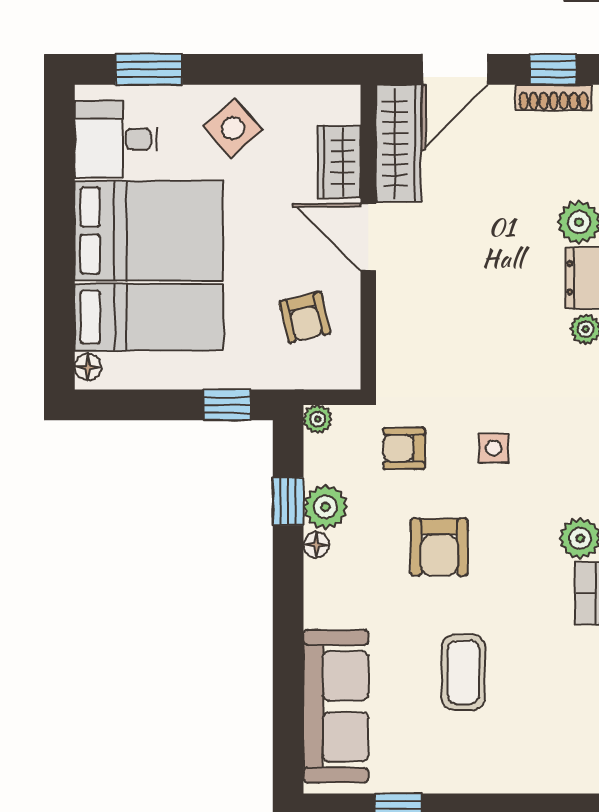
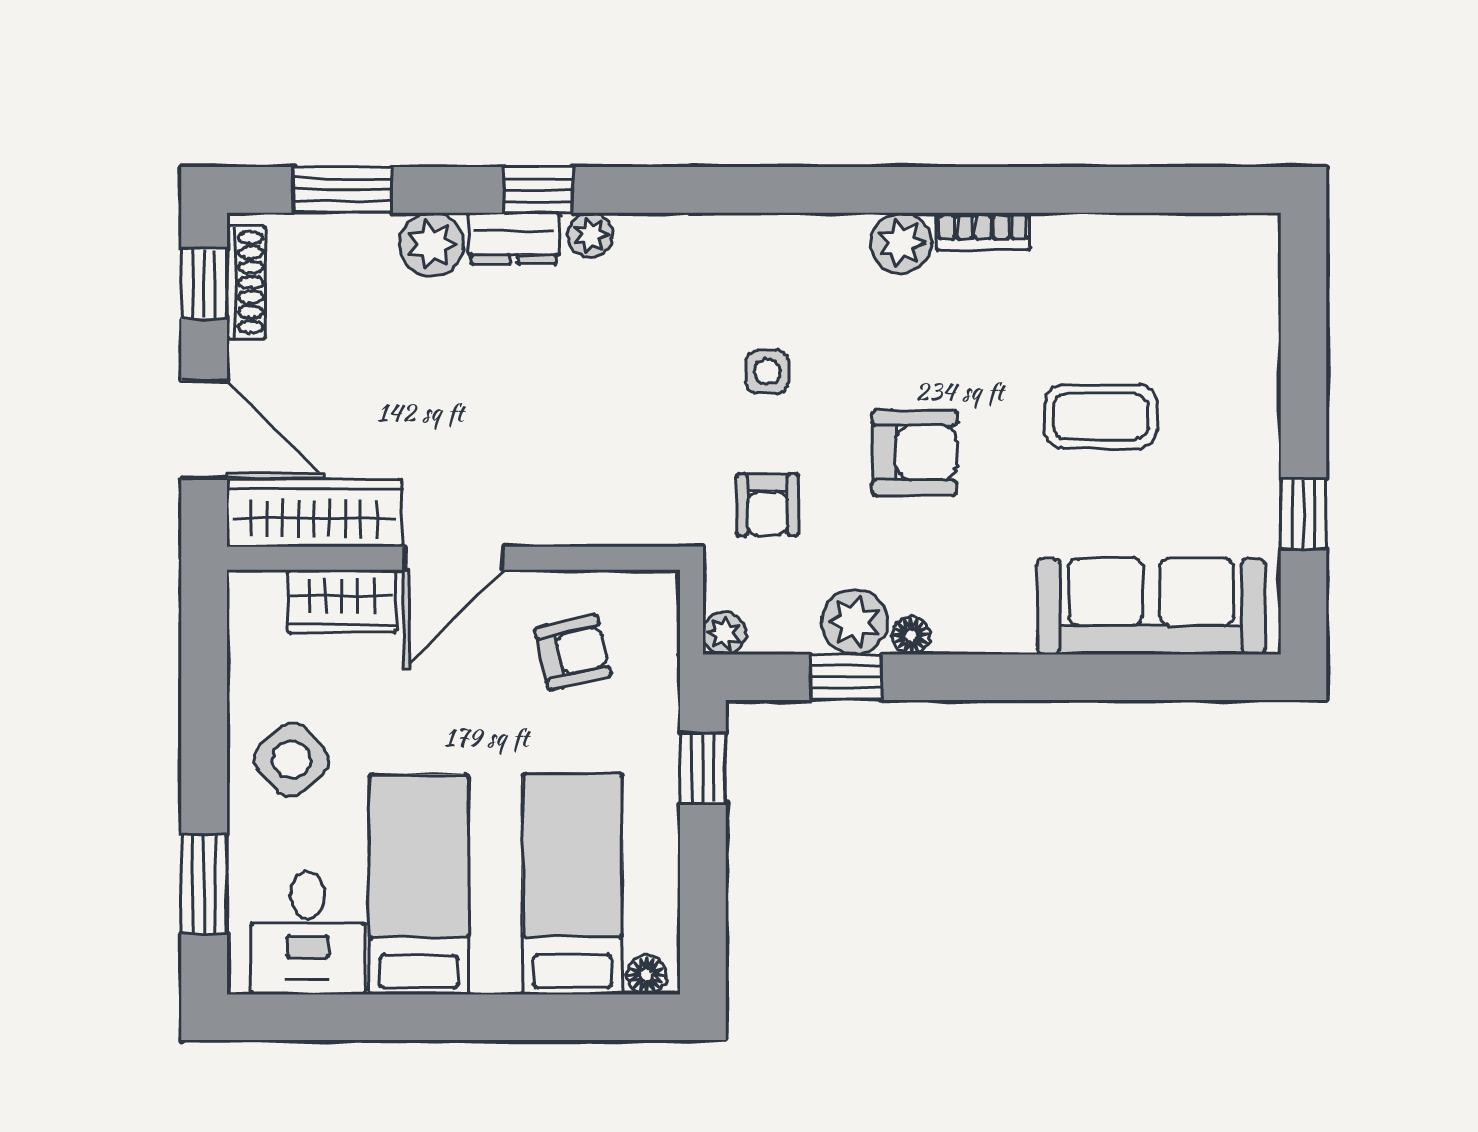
bed: (149, 231) -> (419, 885), width x0.67

